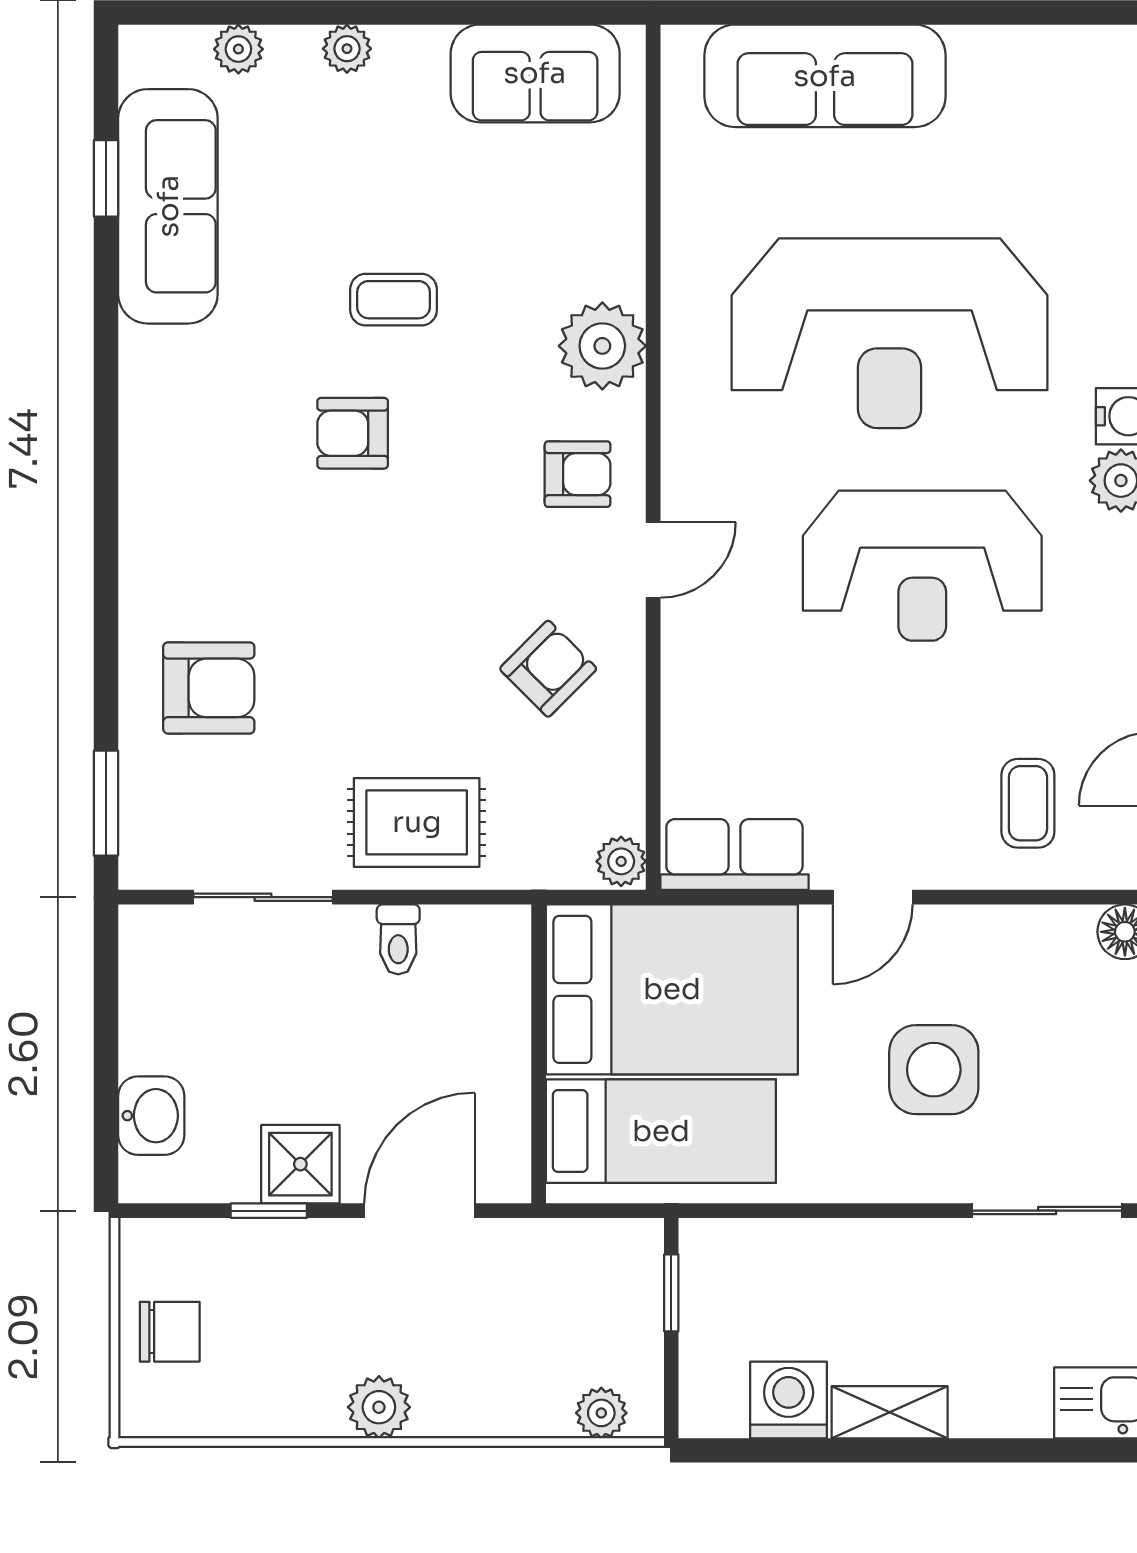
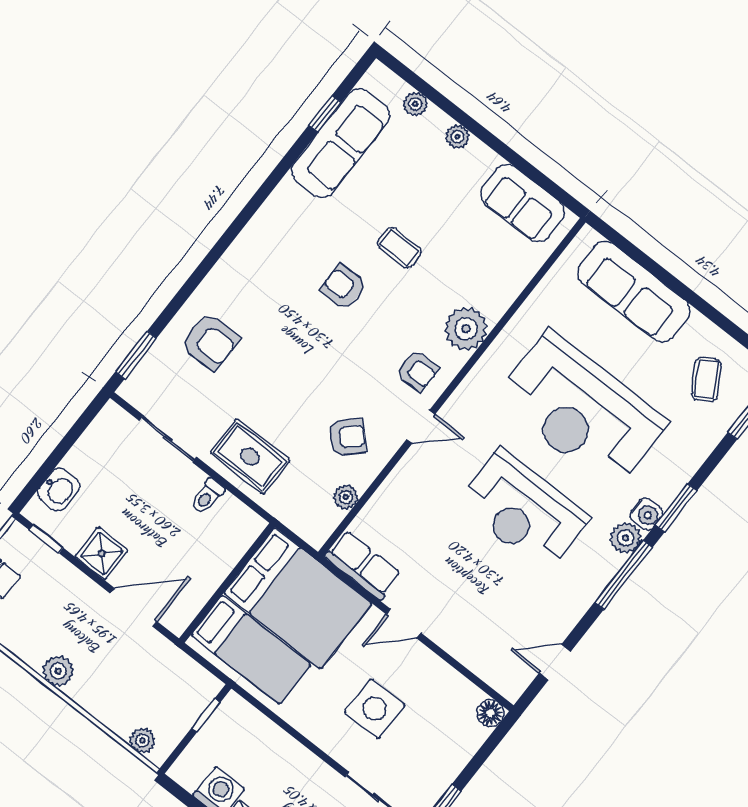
coffee table: (1028, 803) -> (706, 379), moved, turned -31
plant: (621, 861) -> (346, 497), moved
window: (269, 1211) -> (46, 539), moved

